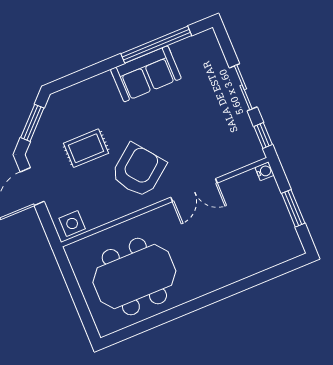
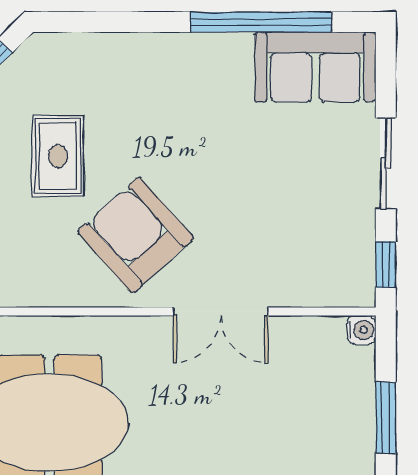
sofa: (146, 74) -> (315, 67), moved
rug: (86, 148) -> (58, 156), turned 90
armchair: (138, 170) -> (136, 235), turned -94

